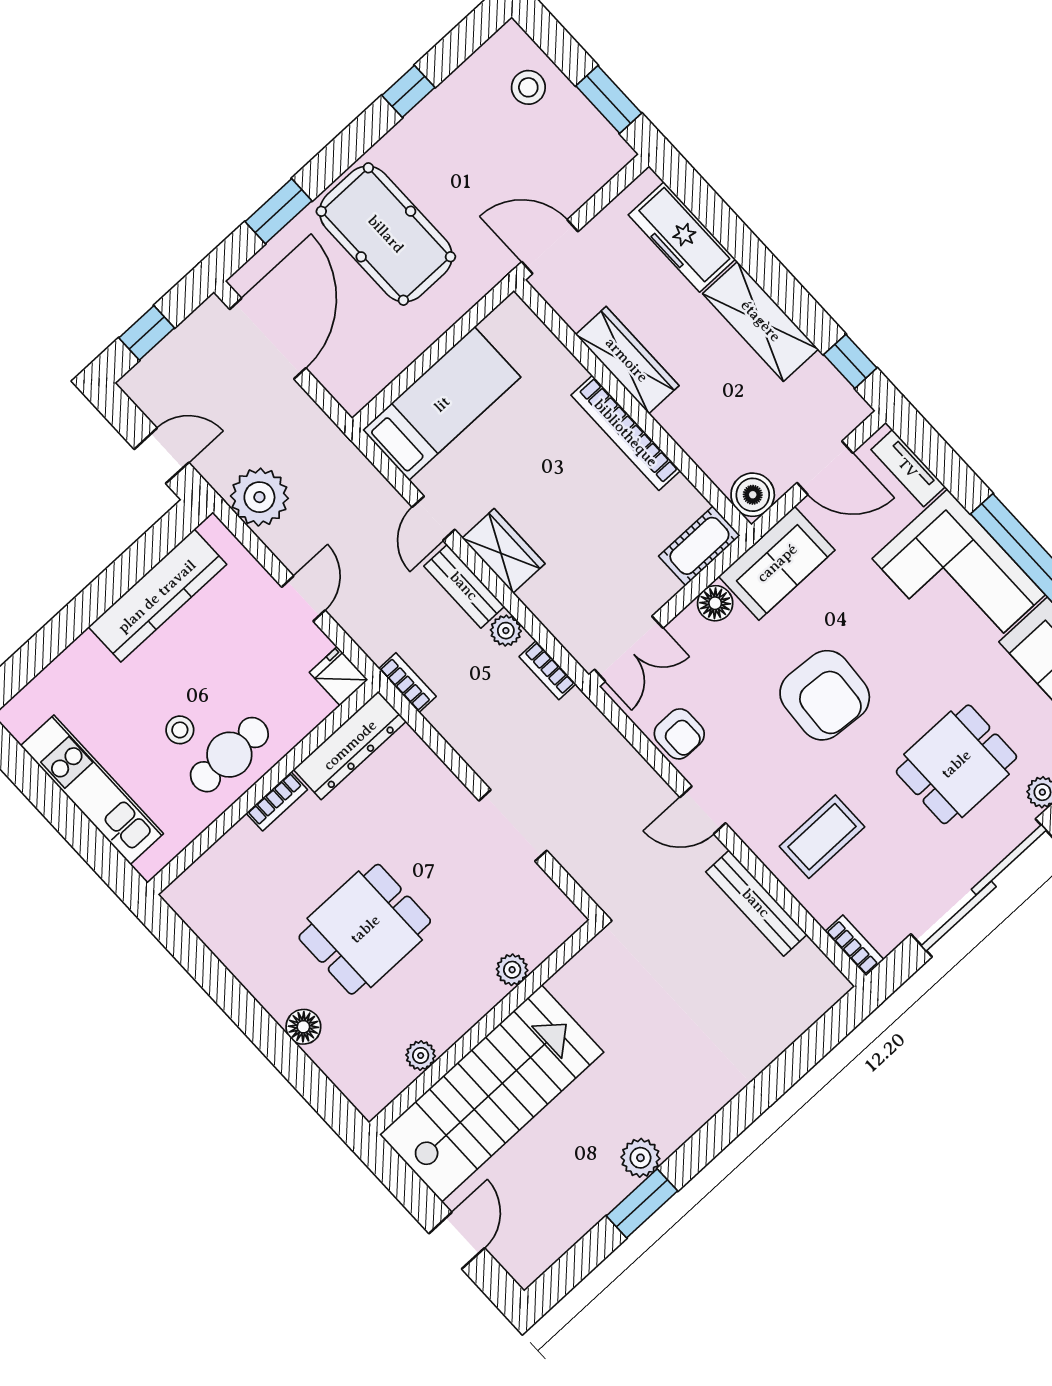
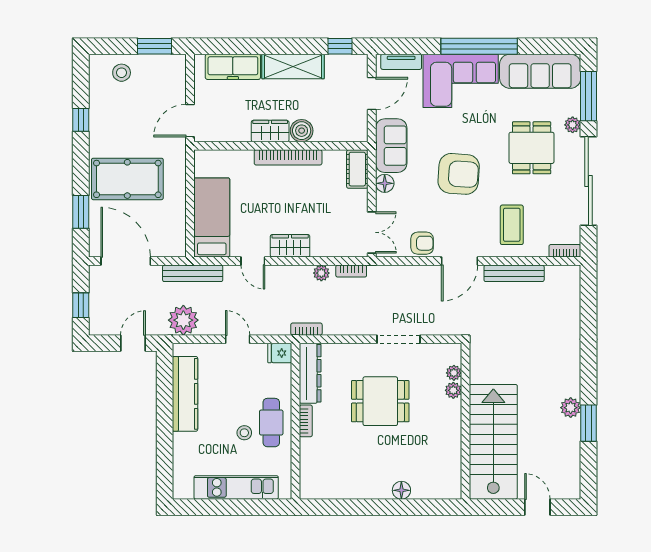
wardrobe: (627, 360) -> (270, 131), width x0.67
boiler: (753, 495) -> (302, 131), moved
bench: (464, 586) -> (193, 273), moved, width x1.36
door: (703, 810) -> (460, 261), width x1.38
dining table: (365, 929) -> (380, 401), moved, turned 90
plant: (421, 1055) -> (454, 373), moved

